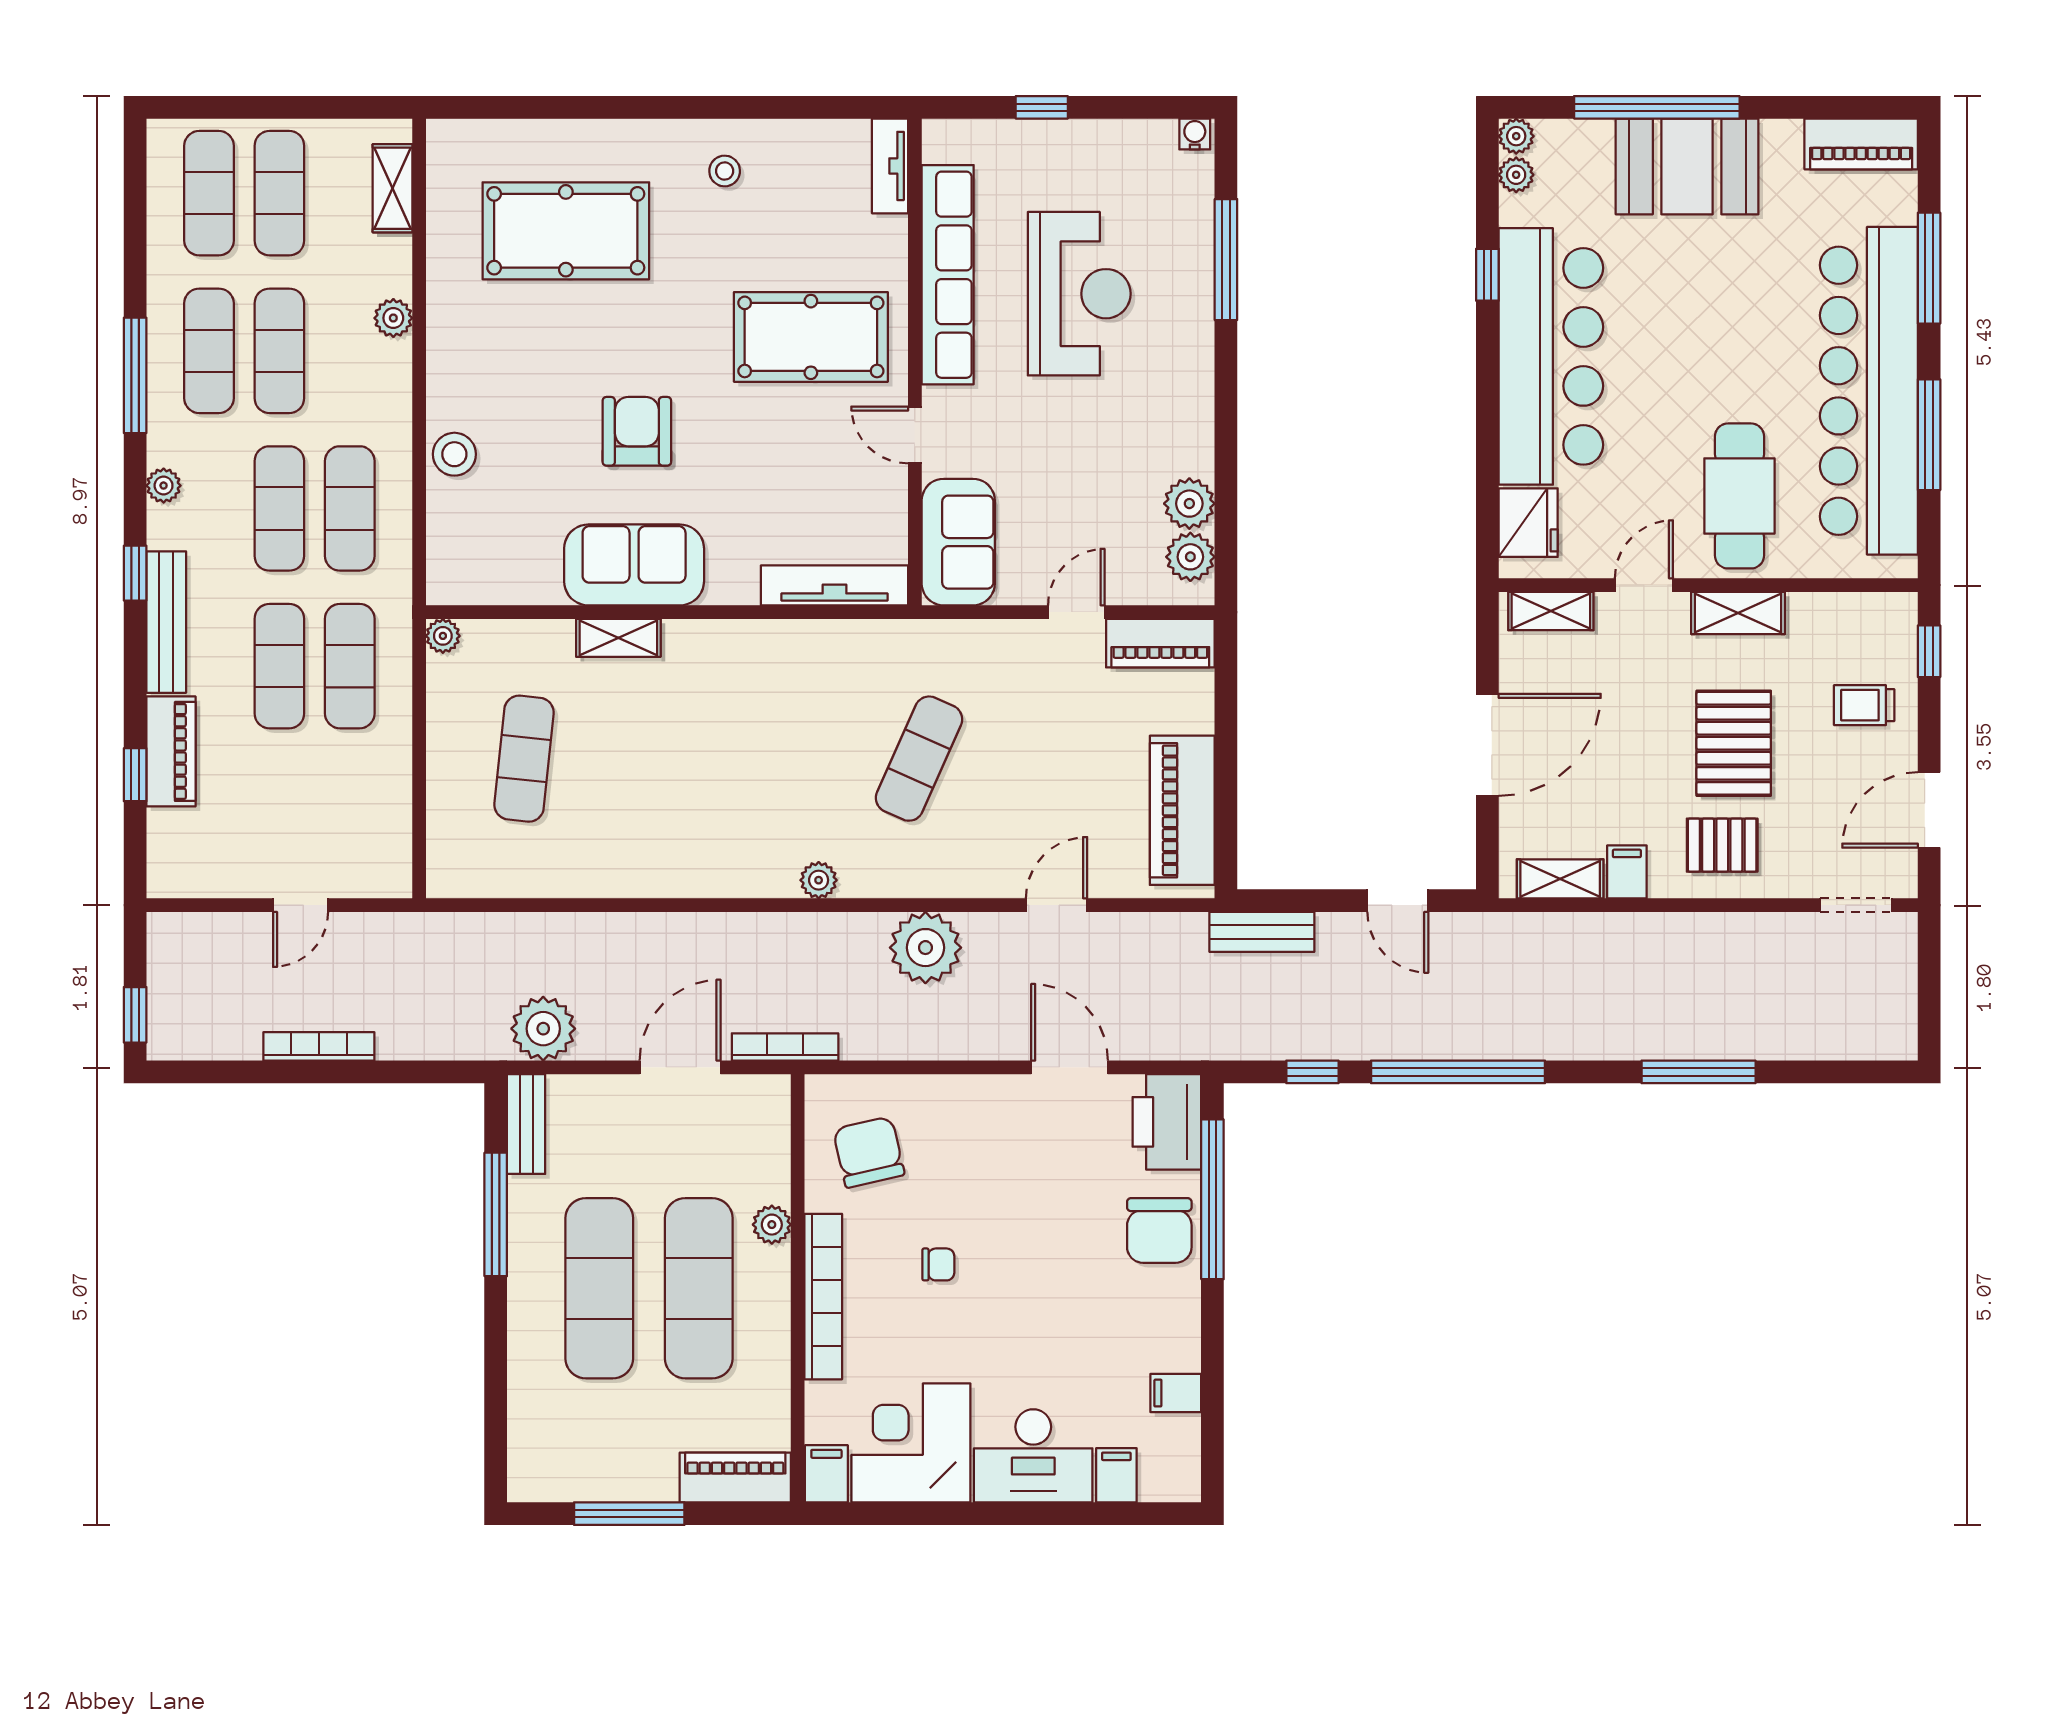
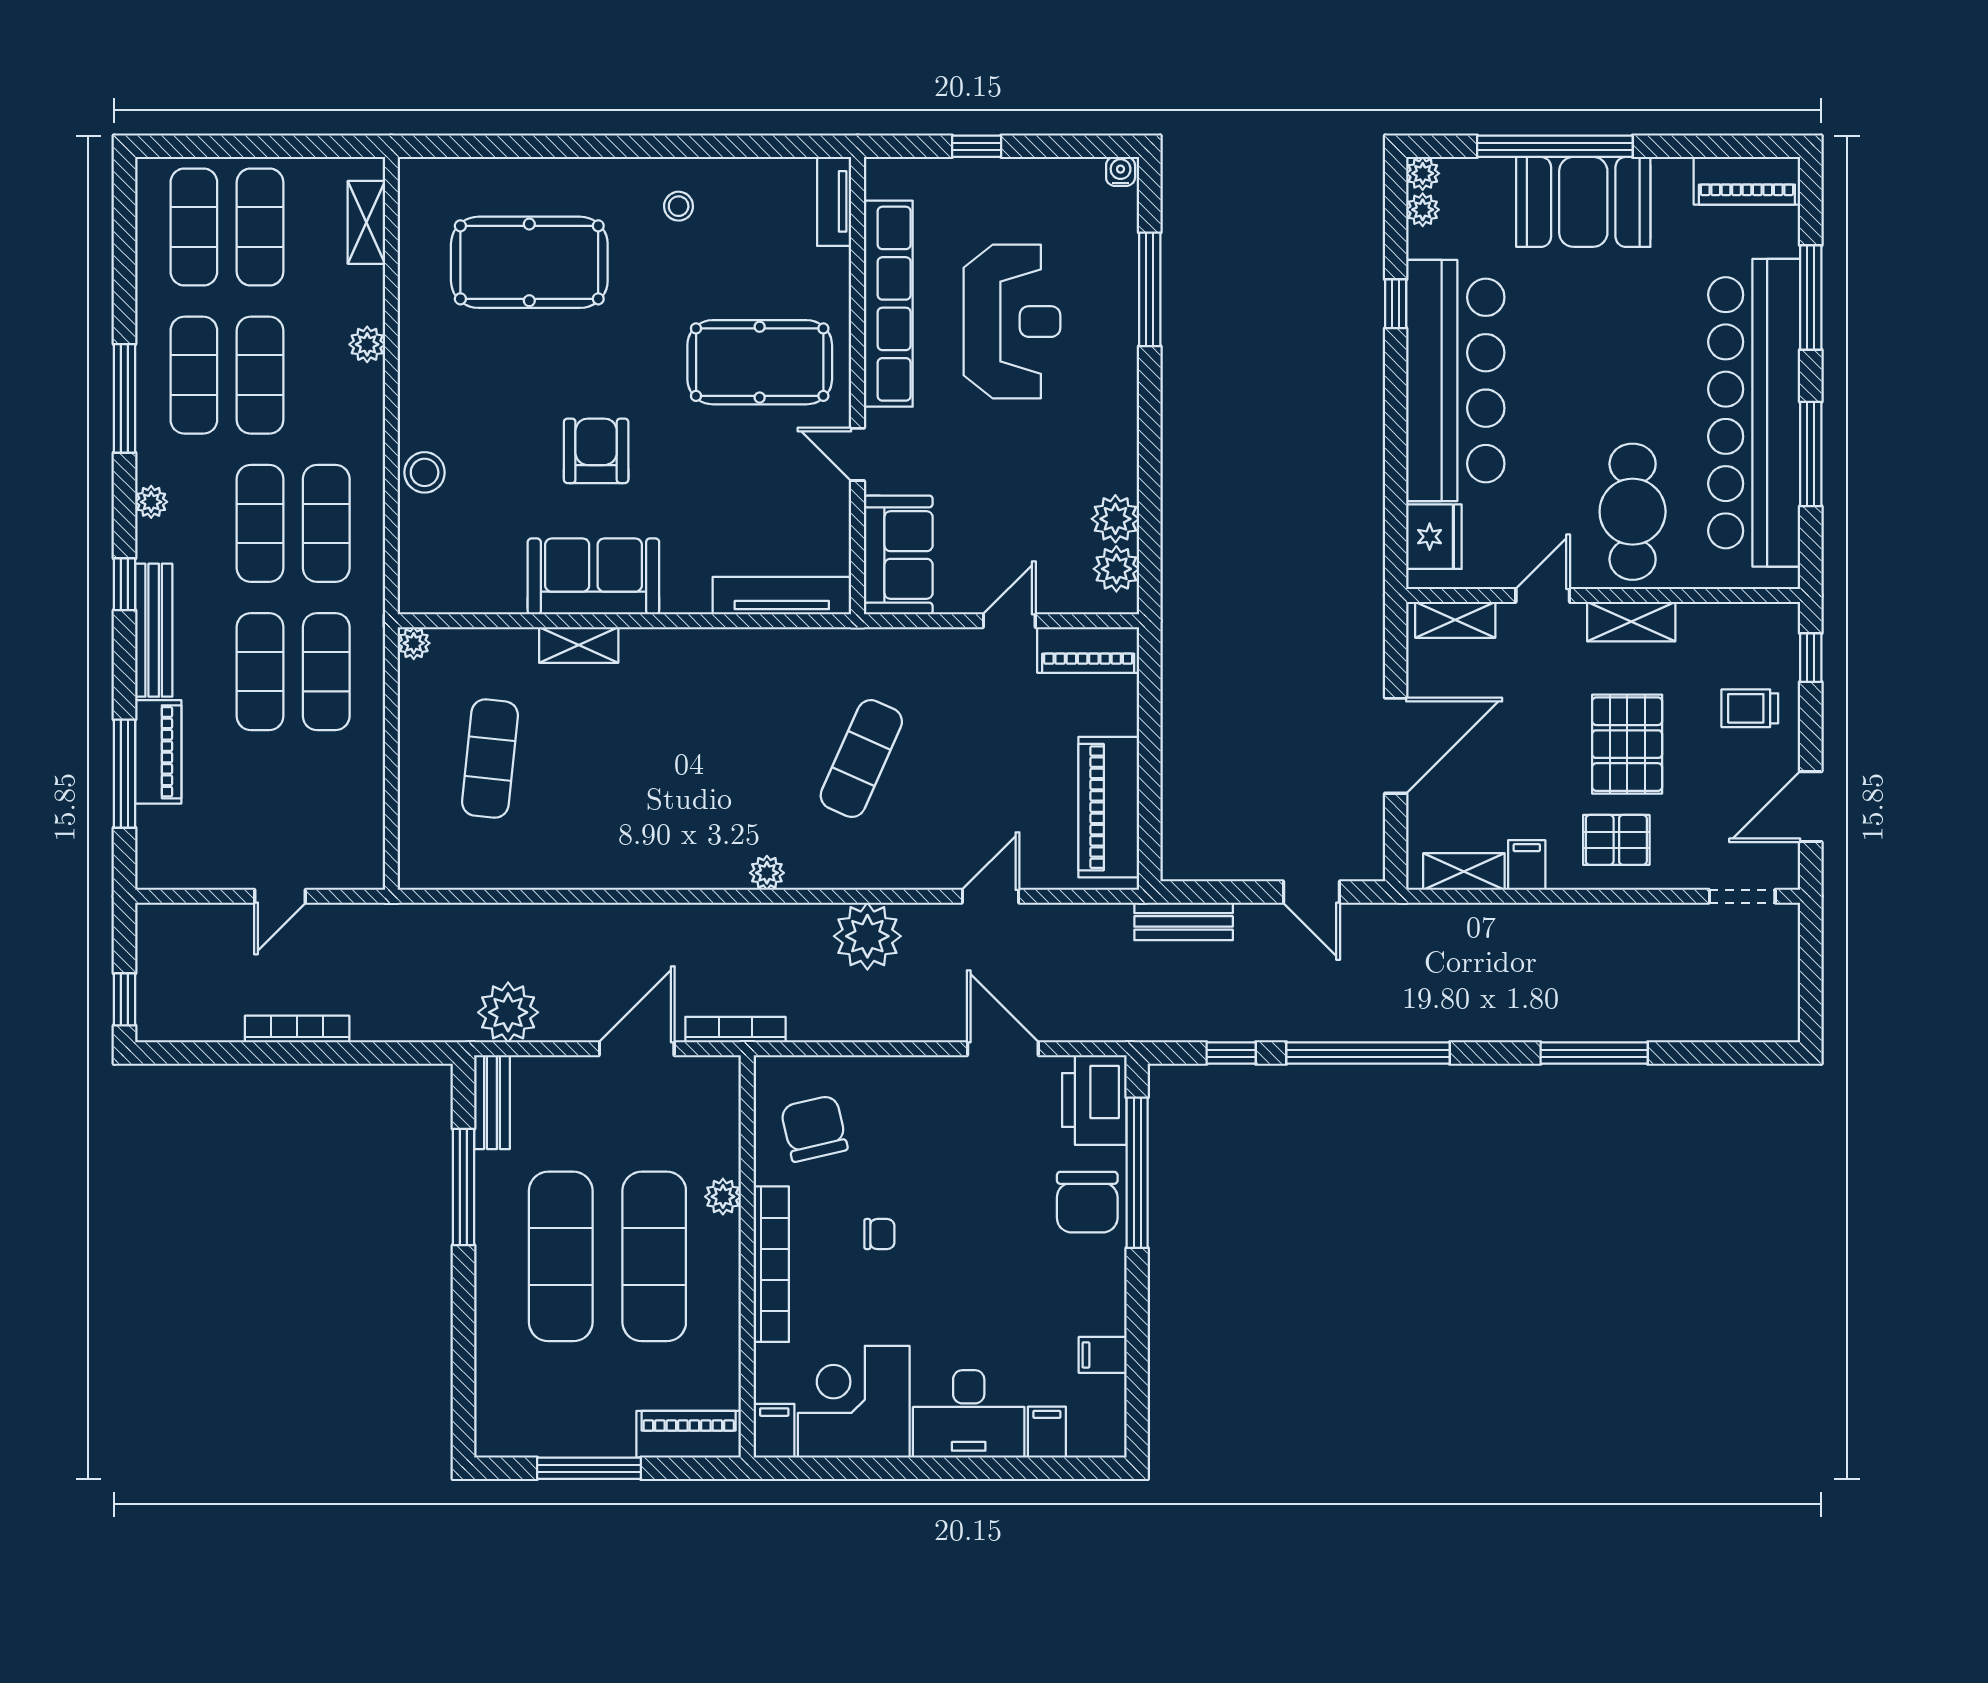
window: (135, 775) -> (124, 774), width x2.17

